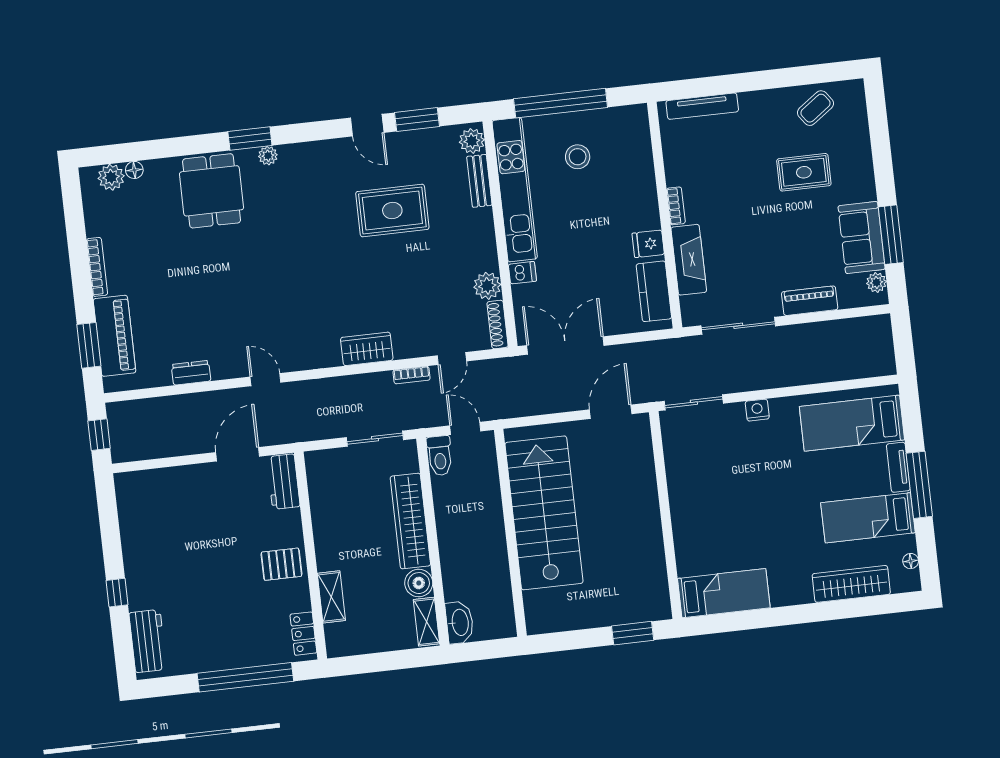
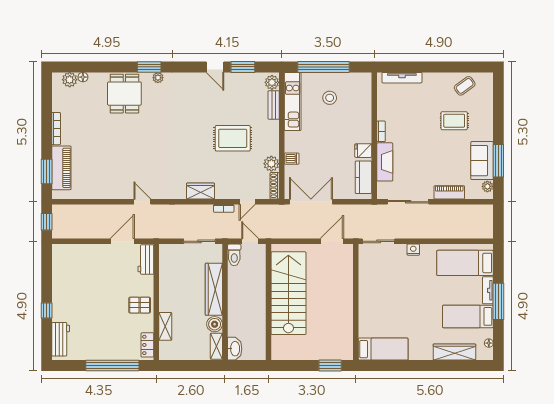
kitchen unit: (515, 190) -> (293, 101), width x0.73
rug: (392, 210) -> (233, 138), moved
dresser: (191, 373) -> (102, 193), removed

